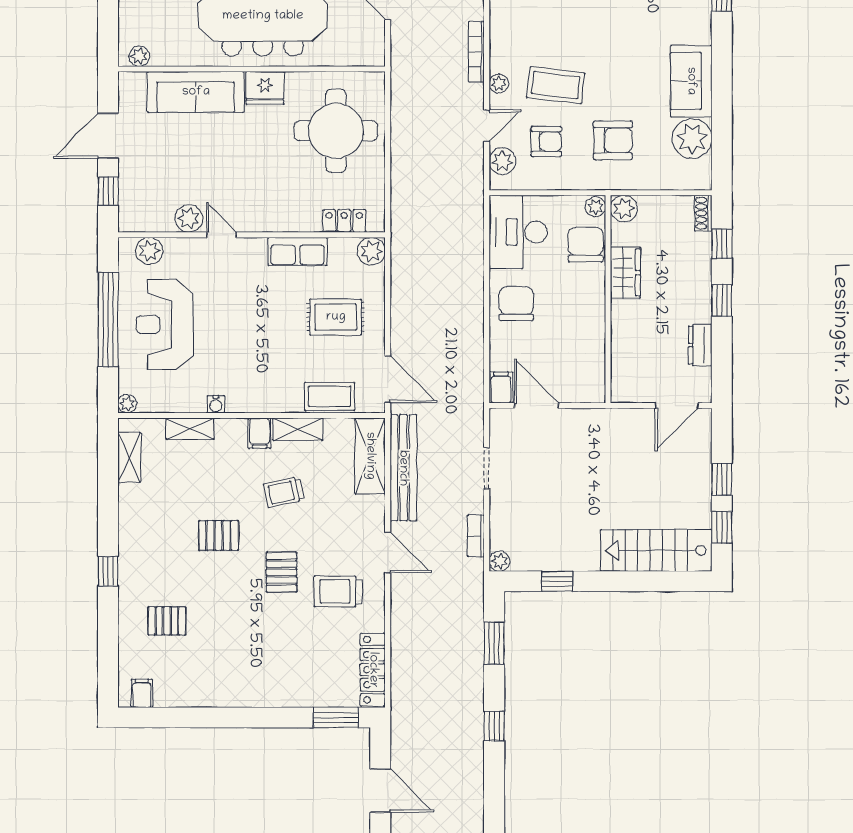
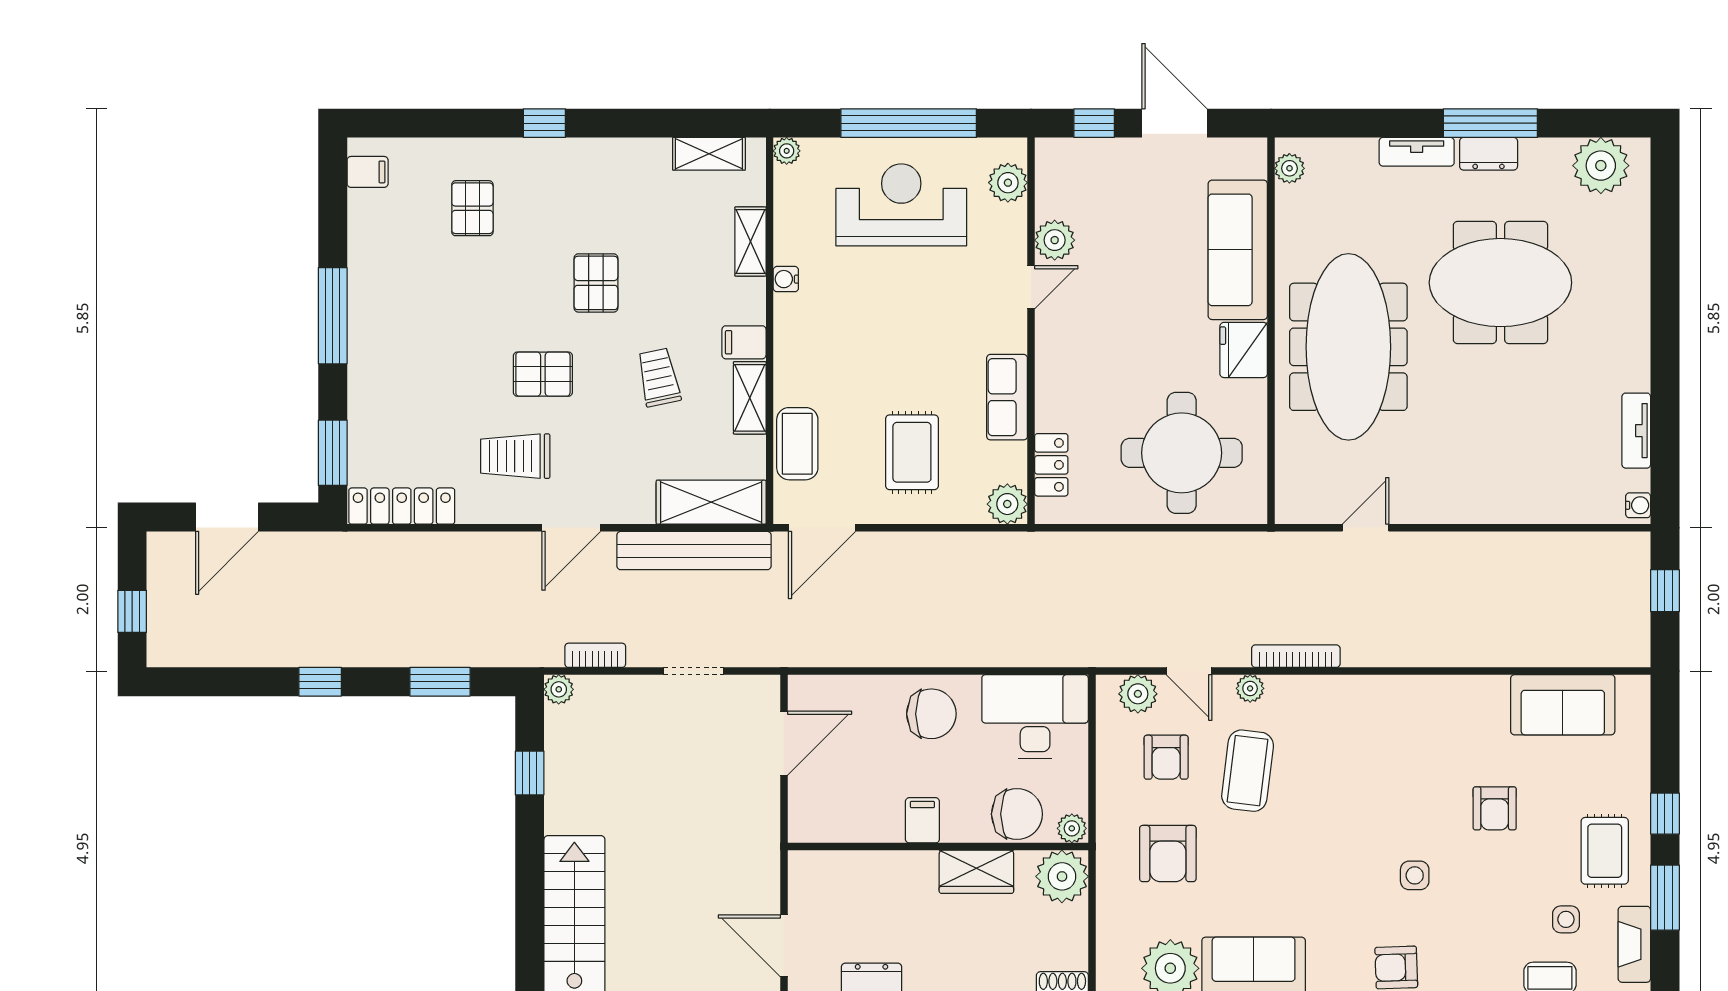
plant: (624, 209) -> (1062, 876), width x1.36, depth x1.36
filing cabinet: (501, 387) -> (922, 820), moved, turned -90
trolley: (338, 591) -> (515, 456), turned -90
window: (241, 717) -> (333, 316), added

